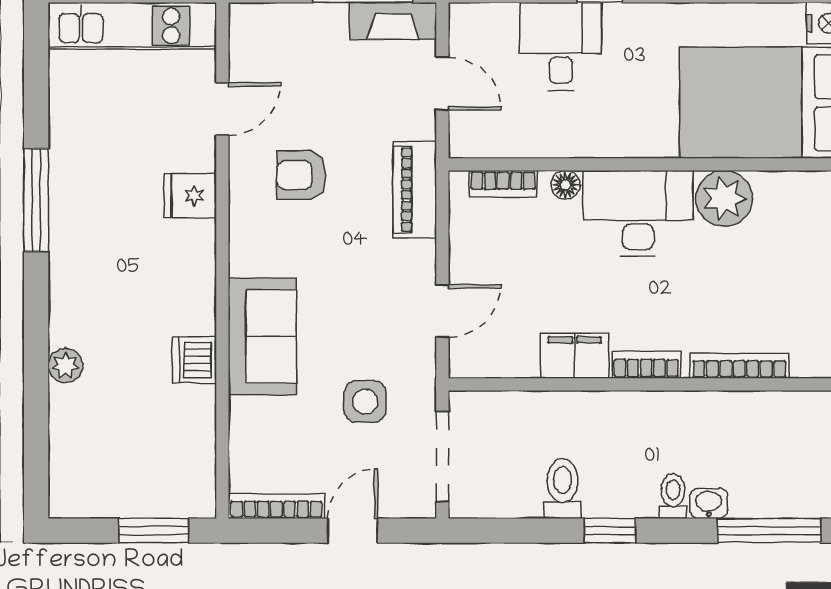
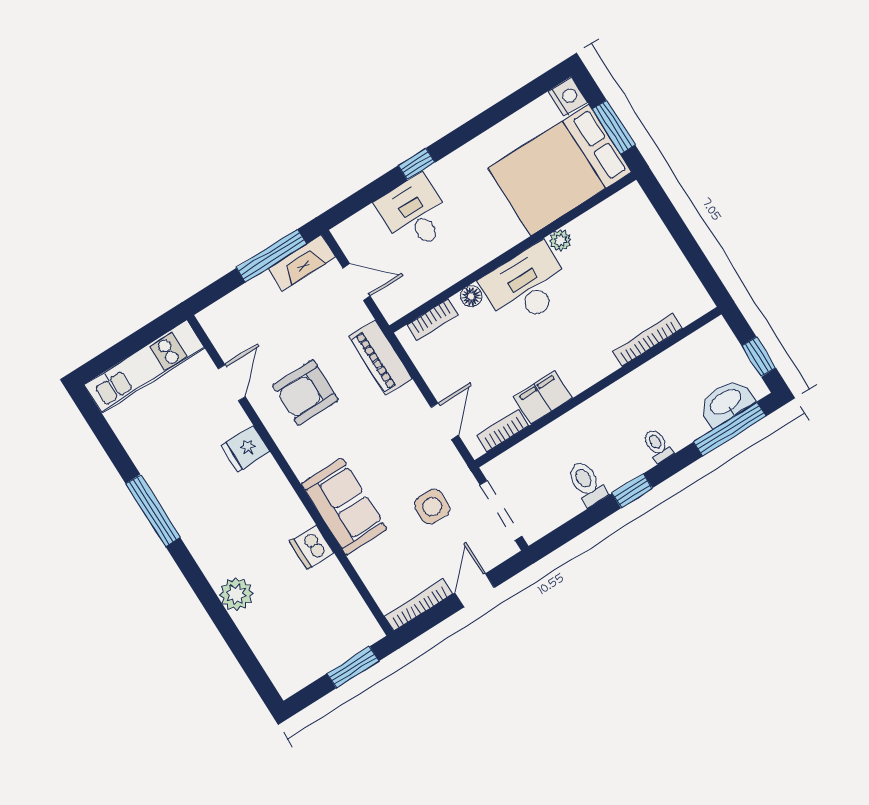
armchair: (301, 175) -> (306, 393), width x1.38, depth x1.38
plant: (724, 198) -> (560, 240), width x0.53, depth x0.53
bookcase: (646, 365) -> (503, 431), moved
plant: (65, 366) -> (236, 594), width x1.38, depth x1.38
washbasin: (709, 503) -> (726, 402), moved, width x1.91, depth x1.45

